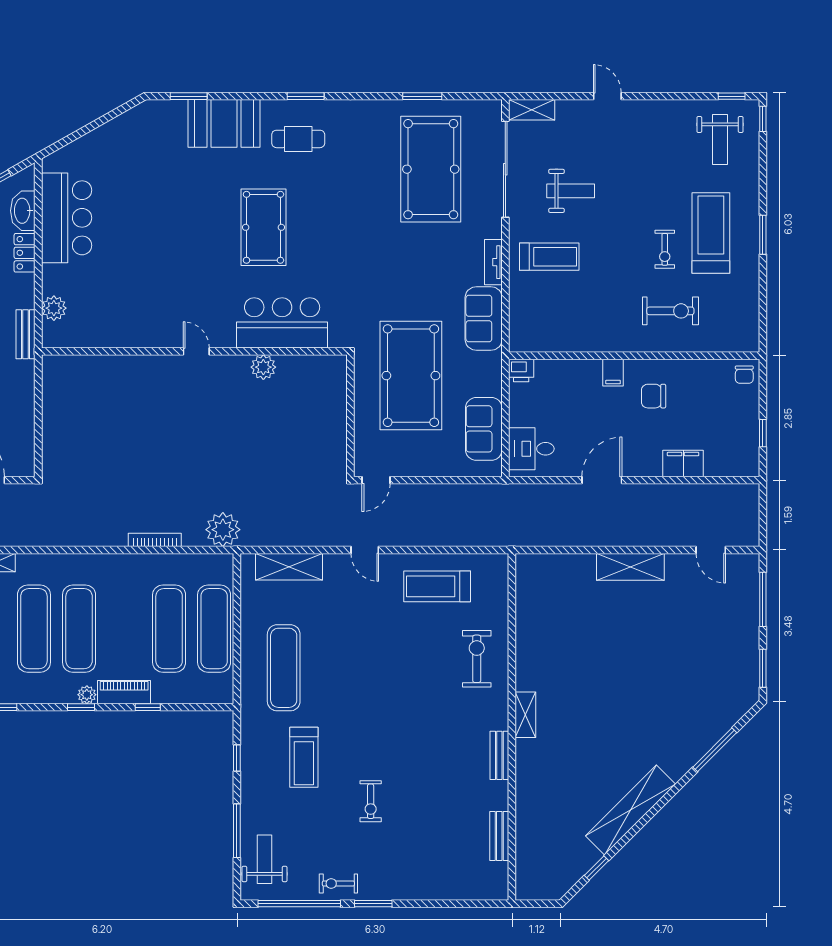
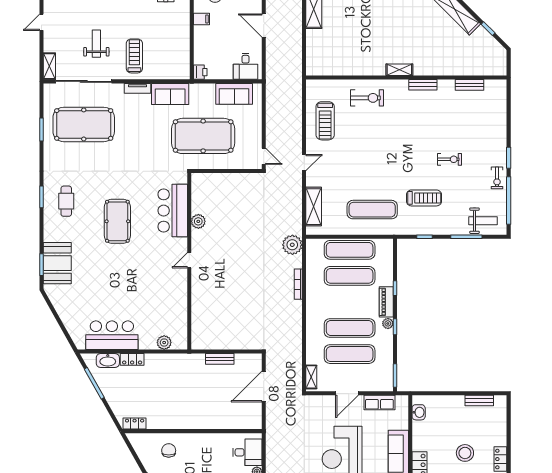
booth: (224, 123) -> (57, 263), moved
pool table: (263, 227) -> (117, 221), turned 90
bench: (26, 334) -> (220, 359), moved
exercise bike: (477, 659) -> (367, 98), turned 180
weight bench: (264, 859) -> (483, 221), turned 180

